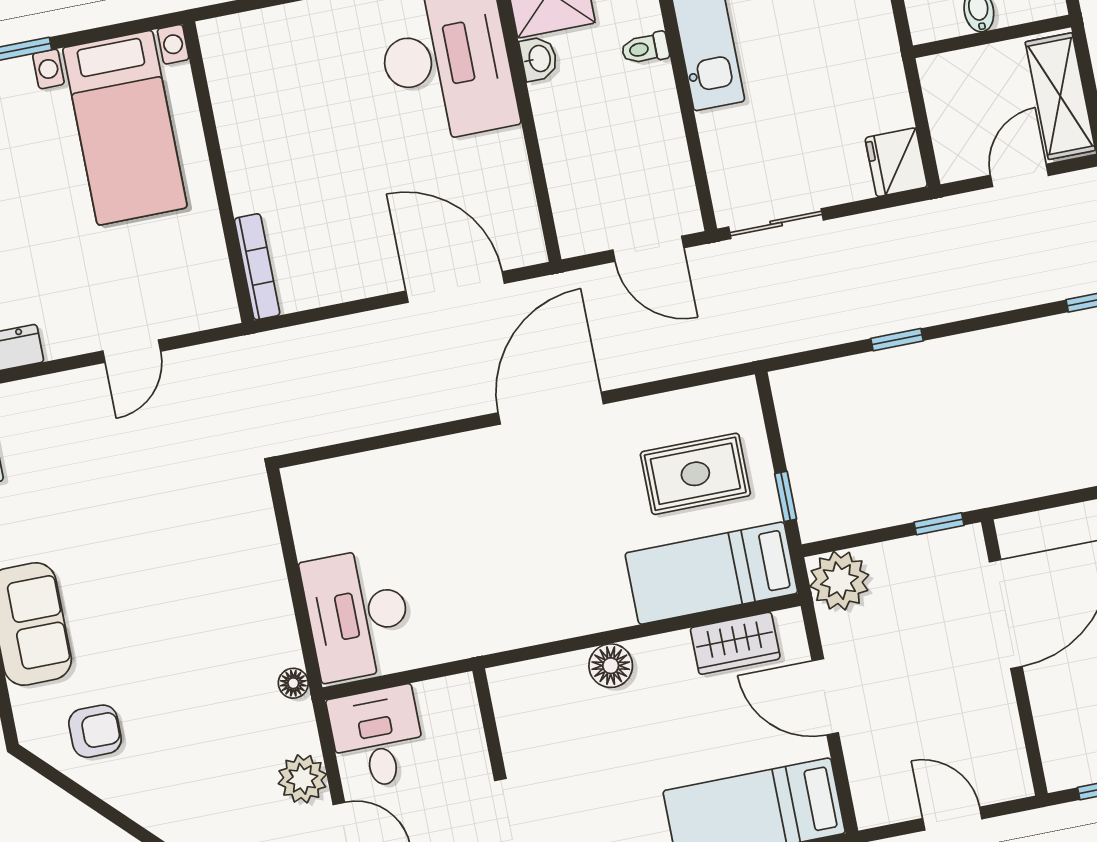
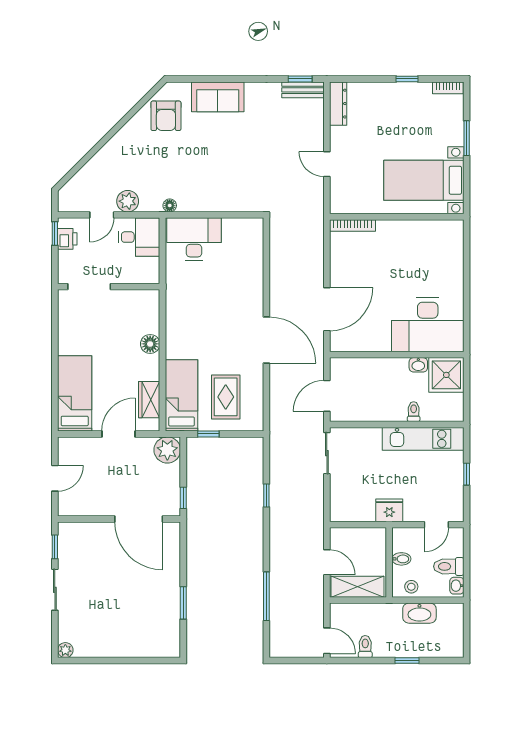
fridge: (896, 162) -> (389, 510), moved
armchair: (95, 731) -> (166, 116), width x1.38, depth x1.38

